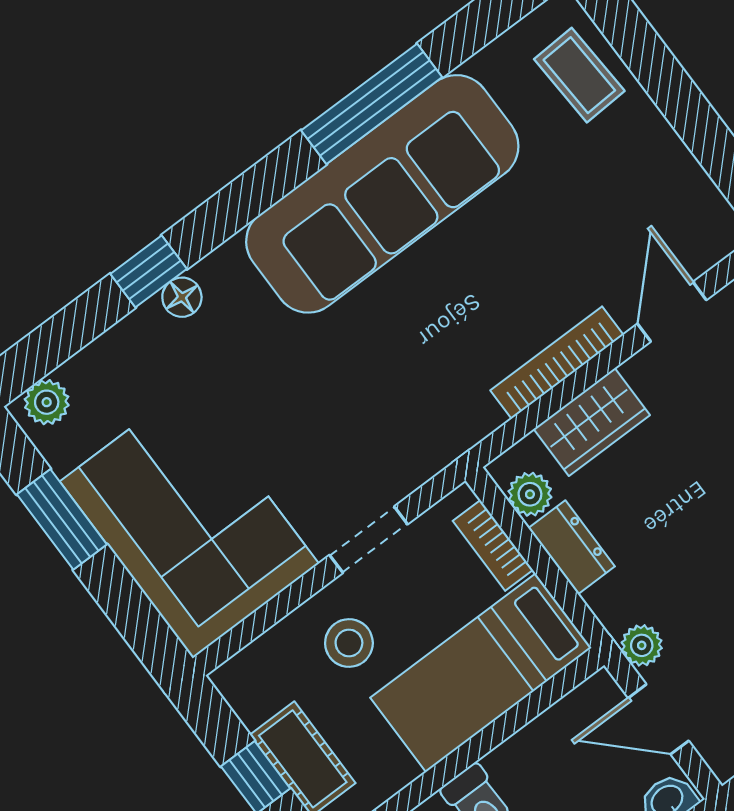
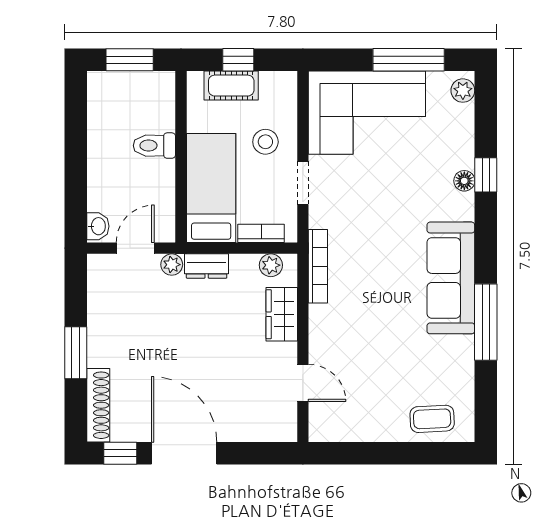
sofa: (382, 194) -> (451, 278), width x0.74, depth x0.79
bookcase: (557, 363) -> (318, 266), moved
window: (62, 519) -> (409, 60), width x1.44
dresser: (572, 547) -> (207, 266), moved

